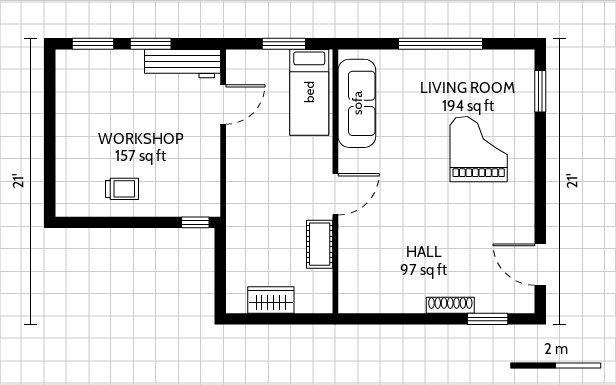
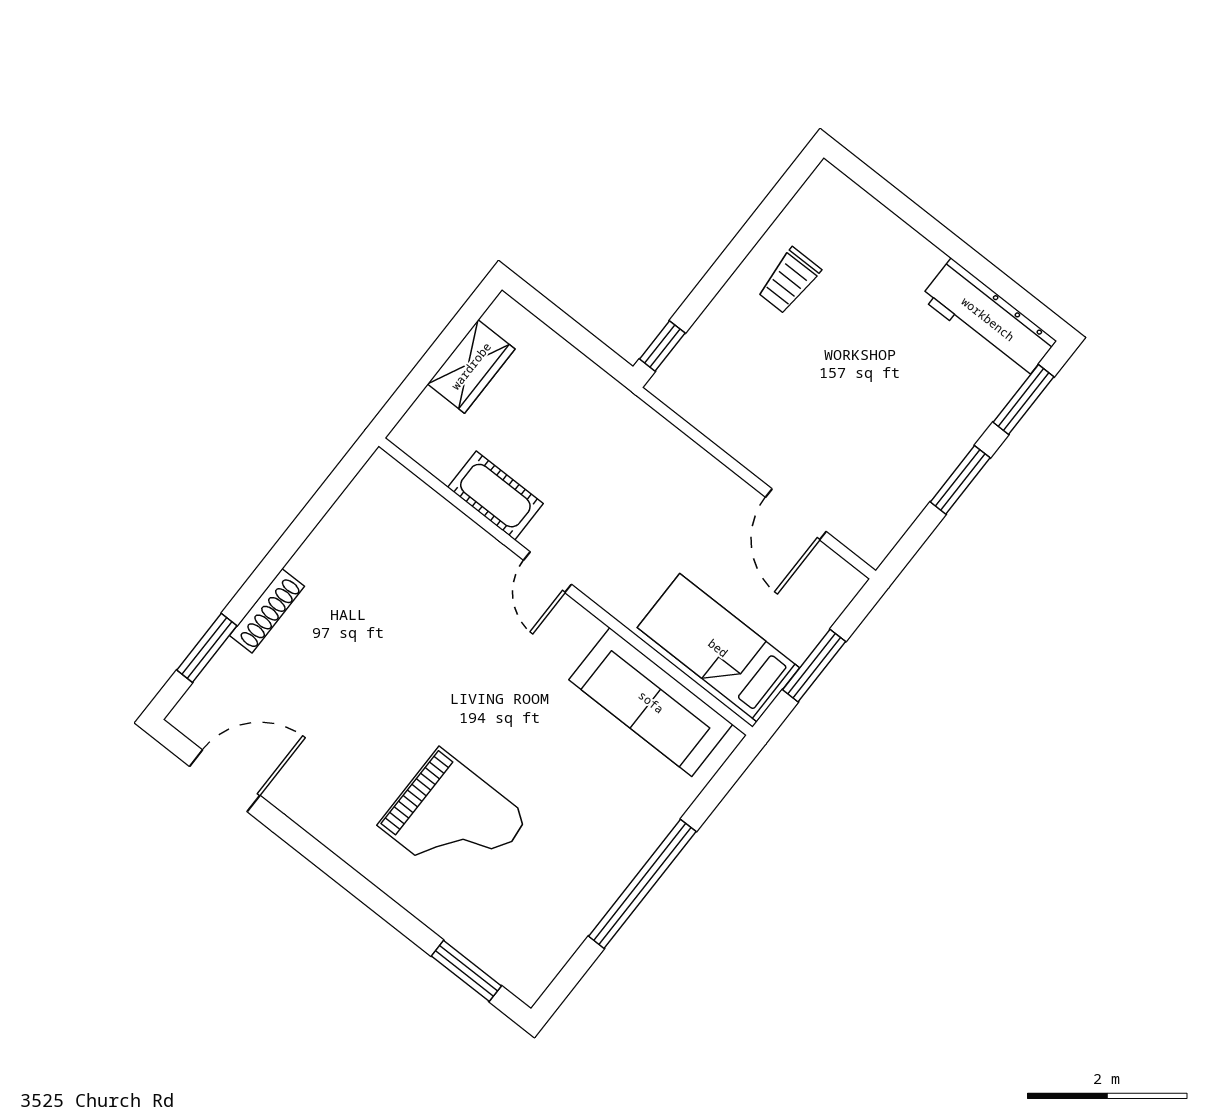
workbench: (183, 64) -> (988, 319), moved, turned -90
door: (335, 194) -> (548, 572), width x0.73

